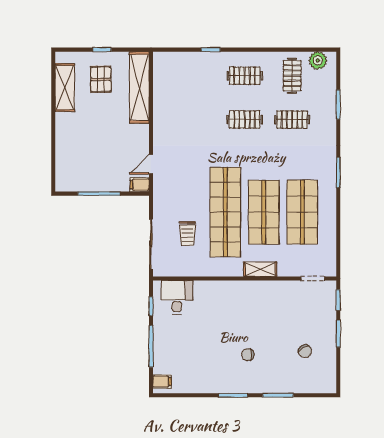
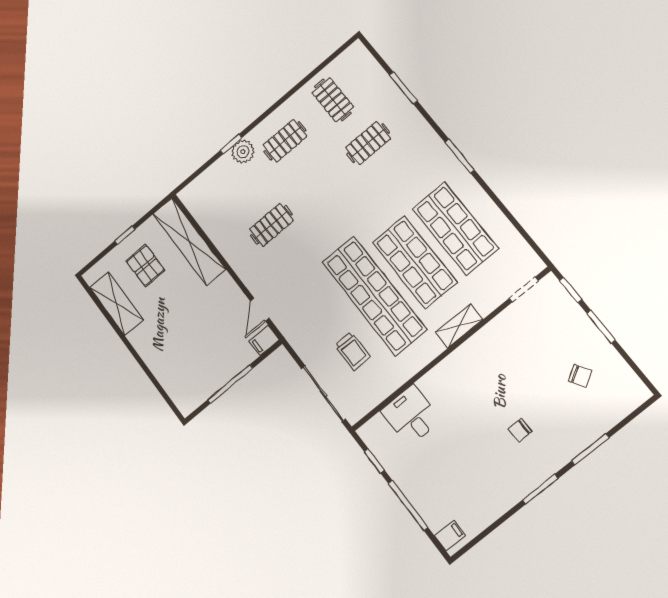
plant: (318, 60) -> (243, 152), moved
clothes rail: (245, 120) -> (271, 225), moved
desk: (177, 297) -> (411, 415), moved

